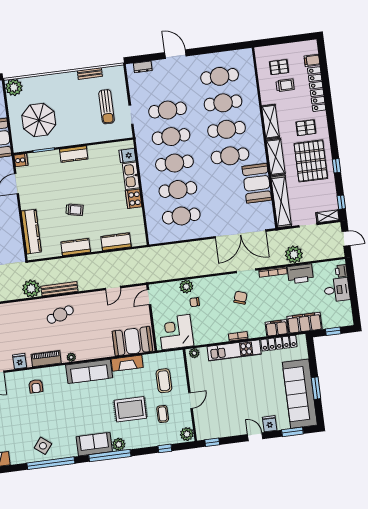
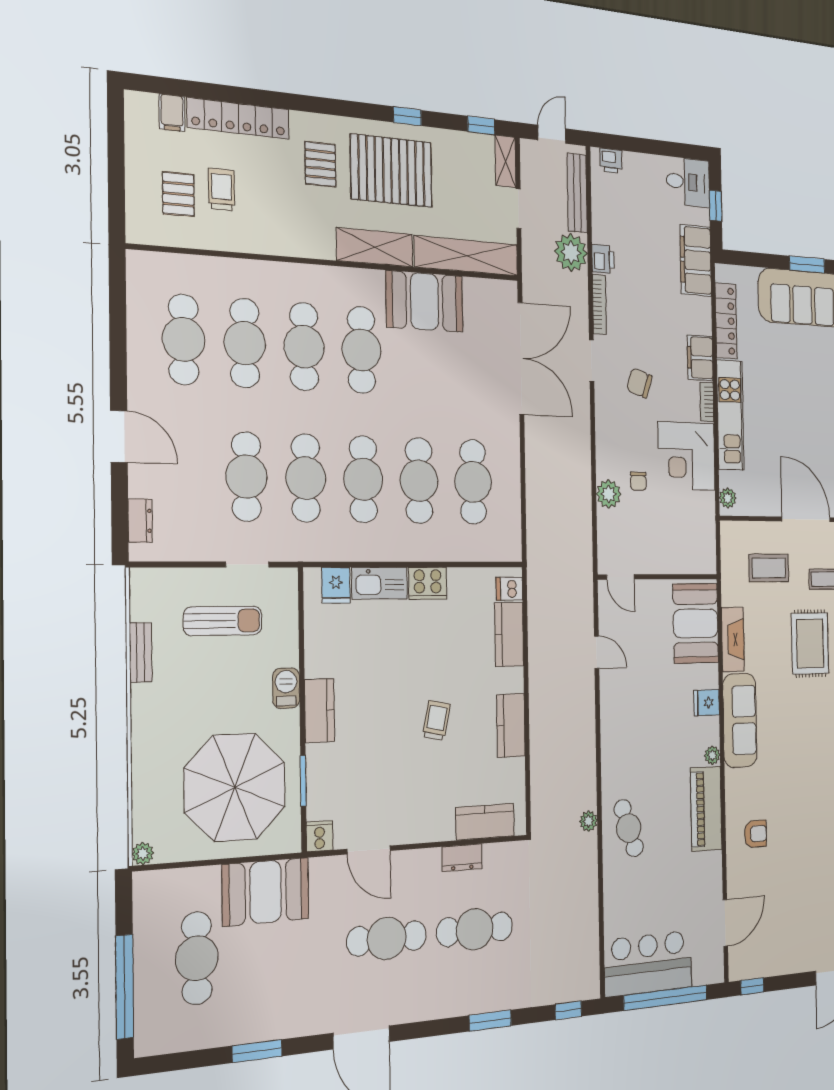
door: (175, 54) -> (119, 437), swing flipped
plant: (14, 87) -> (143, 853), width x0.53, depth x0.53
parasol: (39, 120) -> (235, 787), width x1.36, depth x1.36
shelving: (270, 122) -> (298, 242), removed
barbecue: (82, 138) -> (286, 688), added
dresser: (16, 229) -> (462, 858), added
kitchen counter: (31, 232) -> (485, 822), width x0.67
dishwasher: (136, 240) -> (509, 589), added
printer: (300, 274) -> (603, 259), width x0.53, depth x0.68
plant: (31, 289) -> (588, 821), width x0.53, depth x0.53
bench: (59, 289) -> (577, 193), moved
desk: (337, 290) -> (688, 182), moved, turned 90
cafe table: (60, 315) -> (629, 828), moved
filing cabinet: (277, 328) -> (700, 358), moved
corner desk: (176, 332) -> (687, 456), moved
piano: (46, 359) -> (706, 809), width x1.37, depth x1.33
fridge: (20, 361) -> (707, 703), moved
door: (191, 401) -> (806, 519), width x1.88

